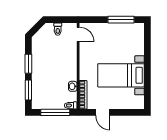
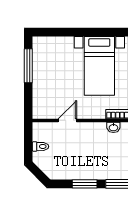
door: (78, 34) -> (67, 120), moved

